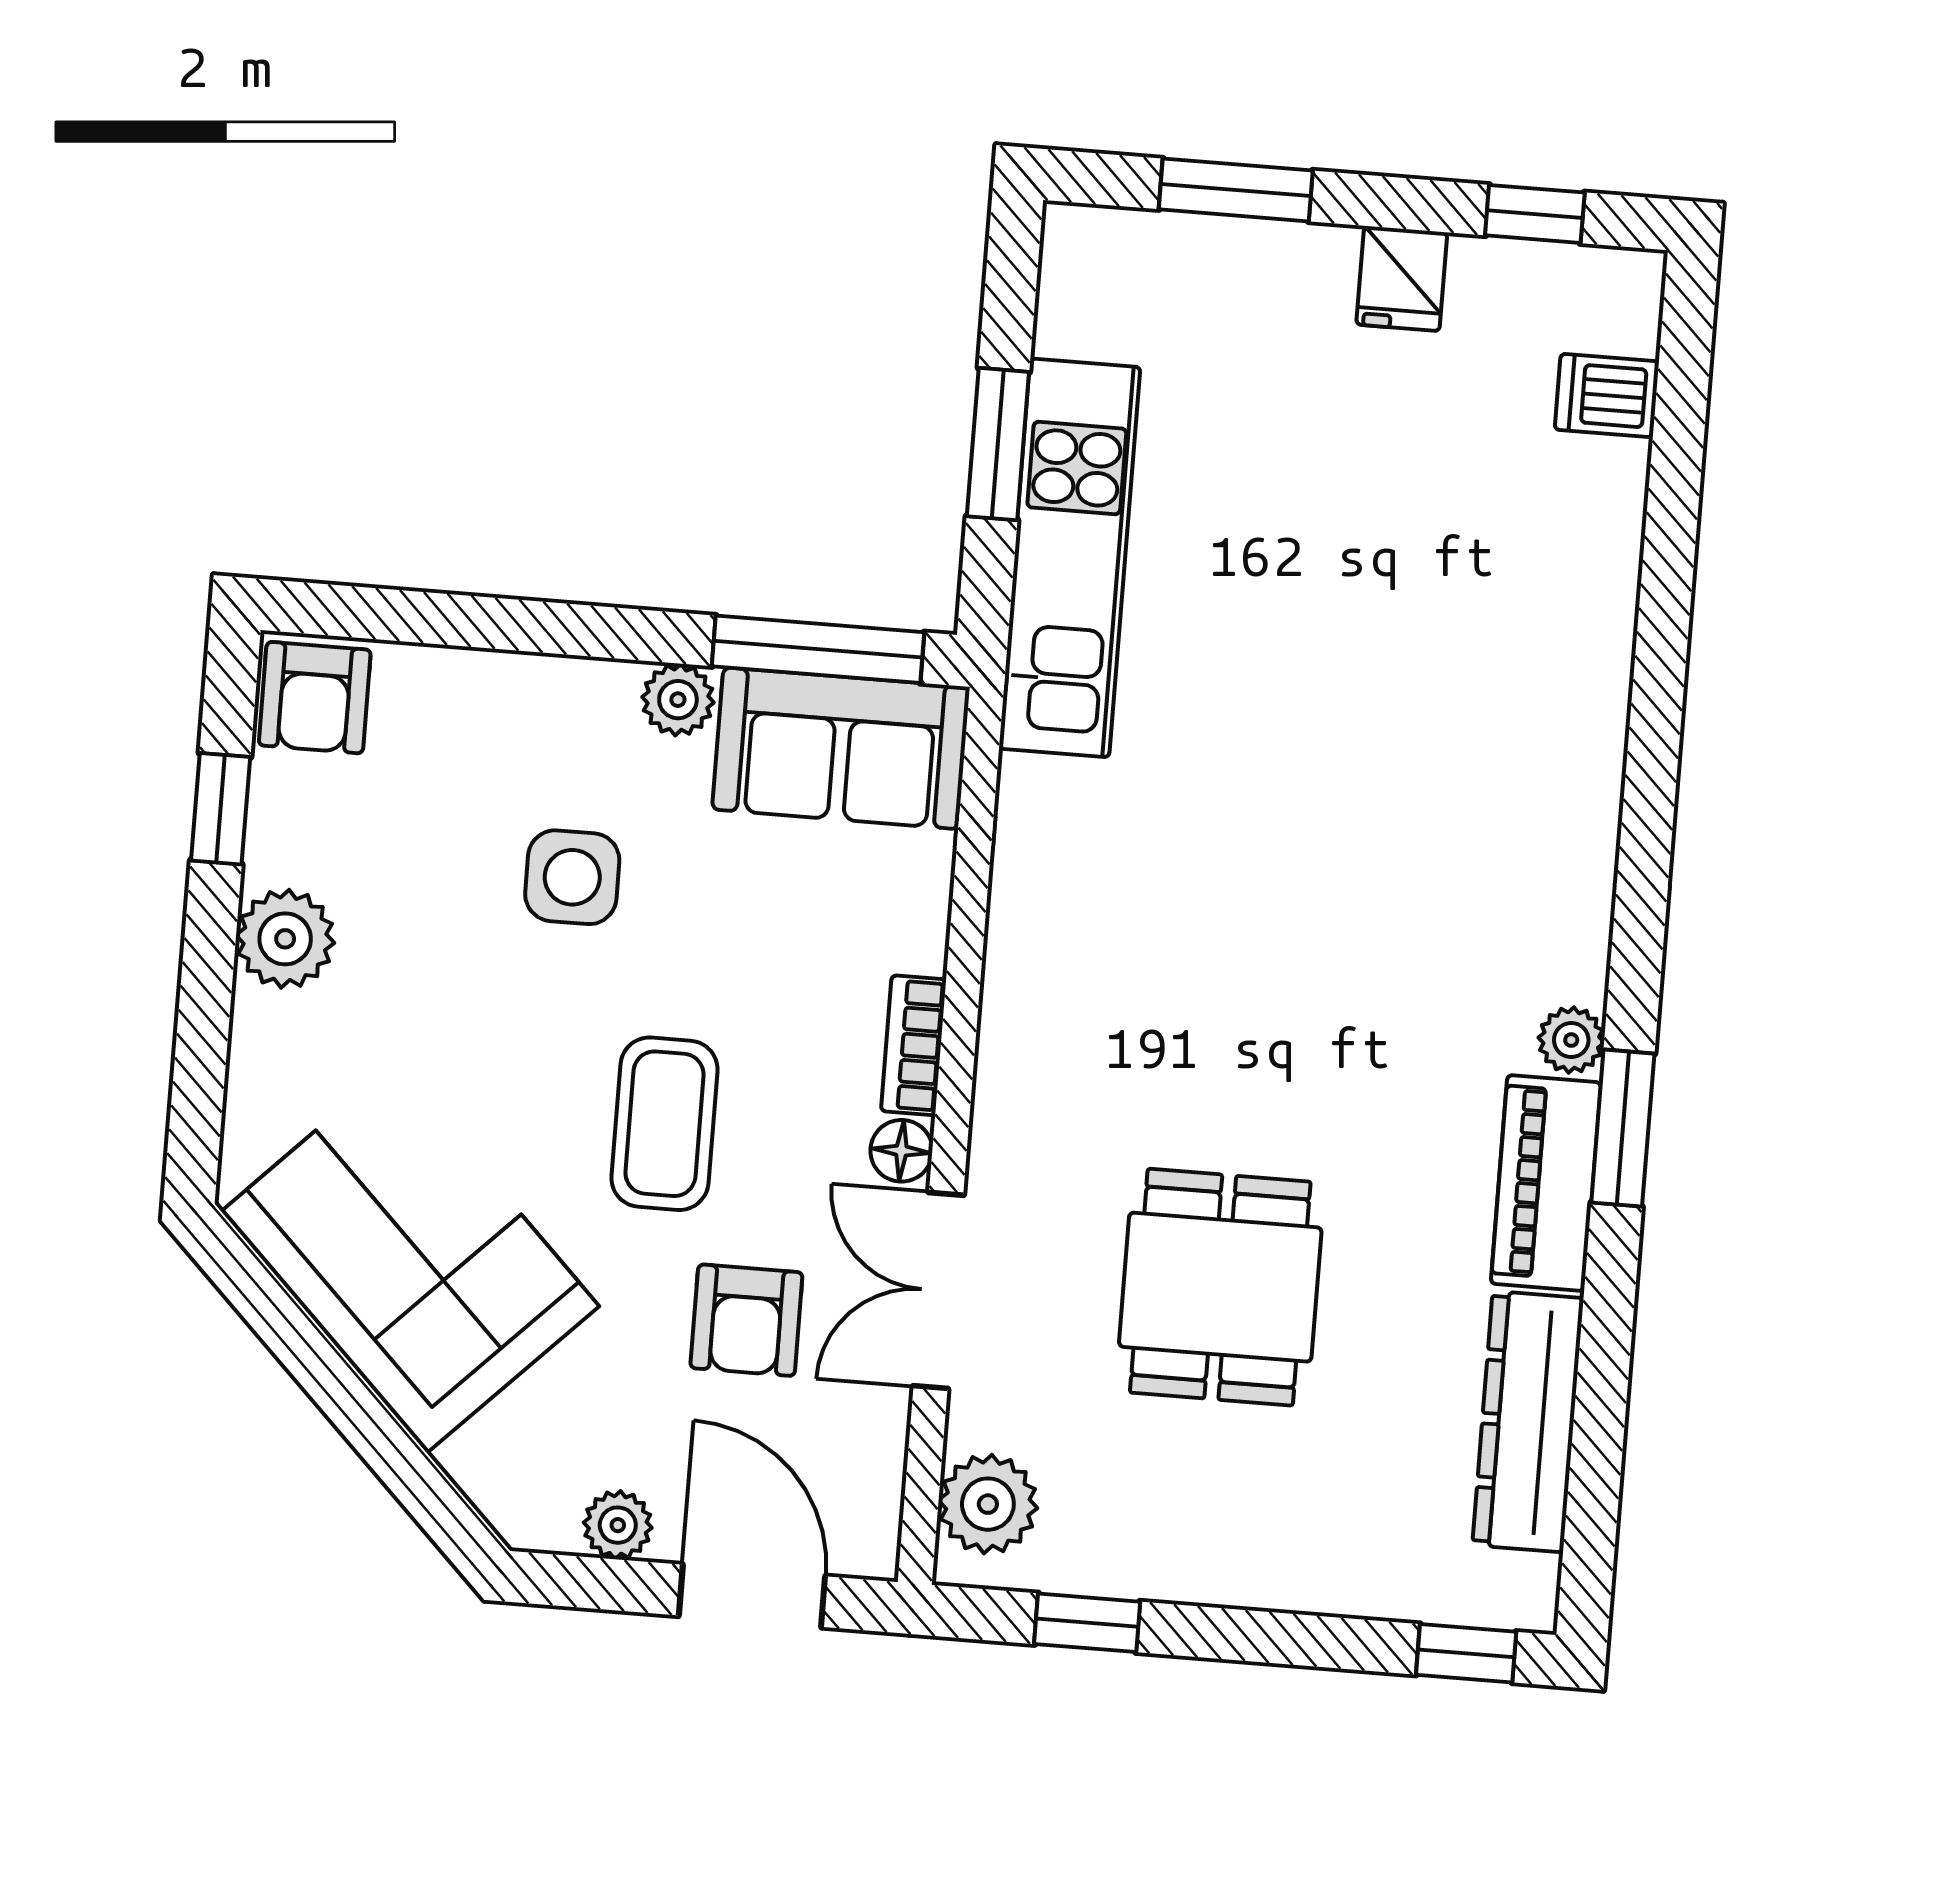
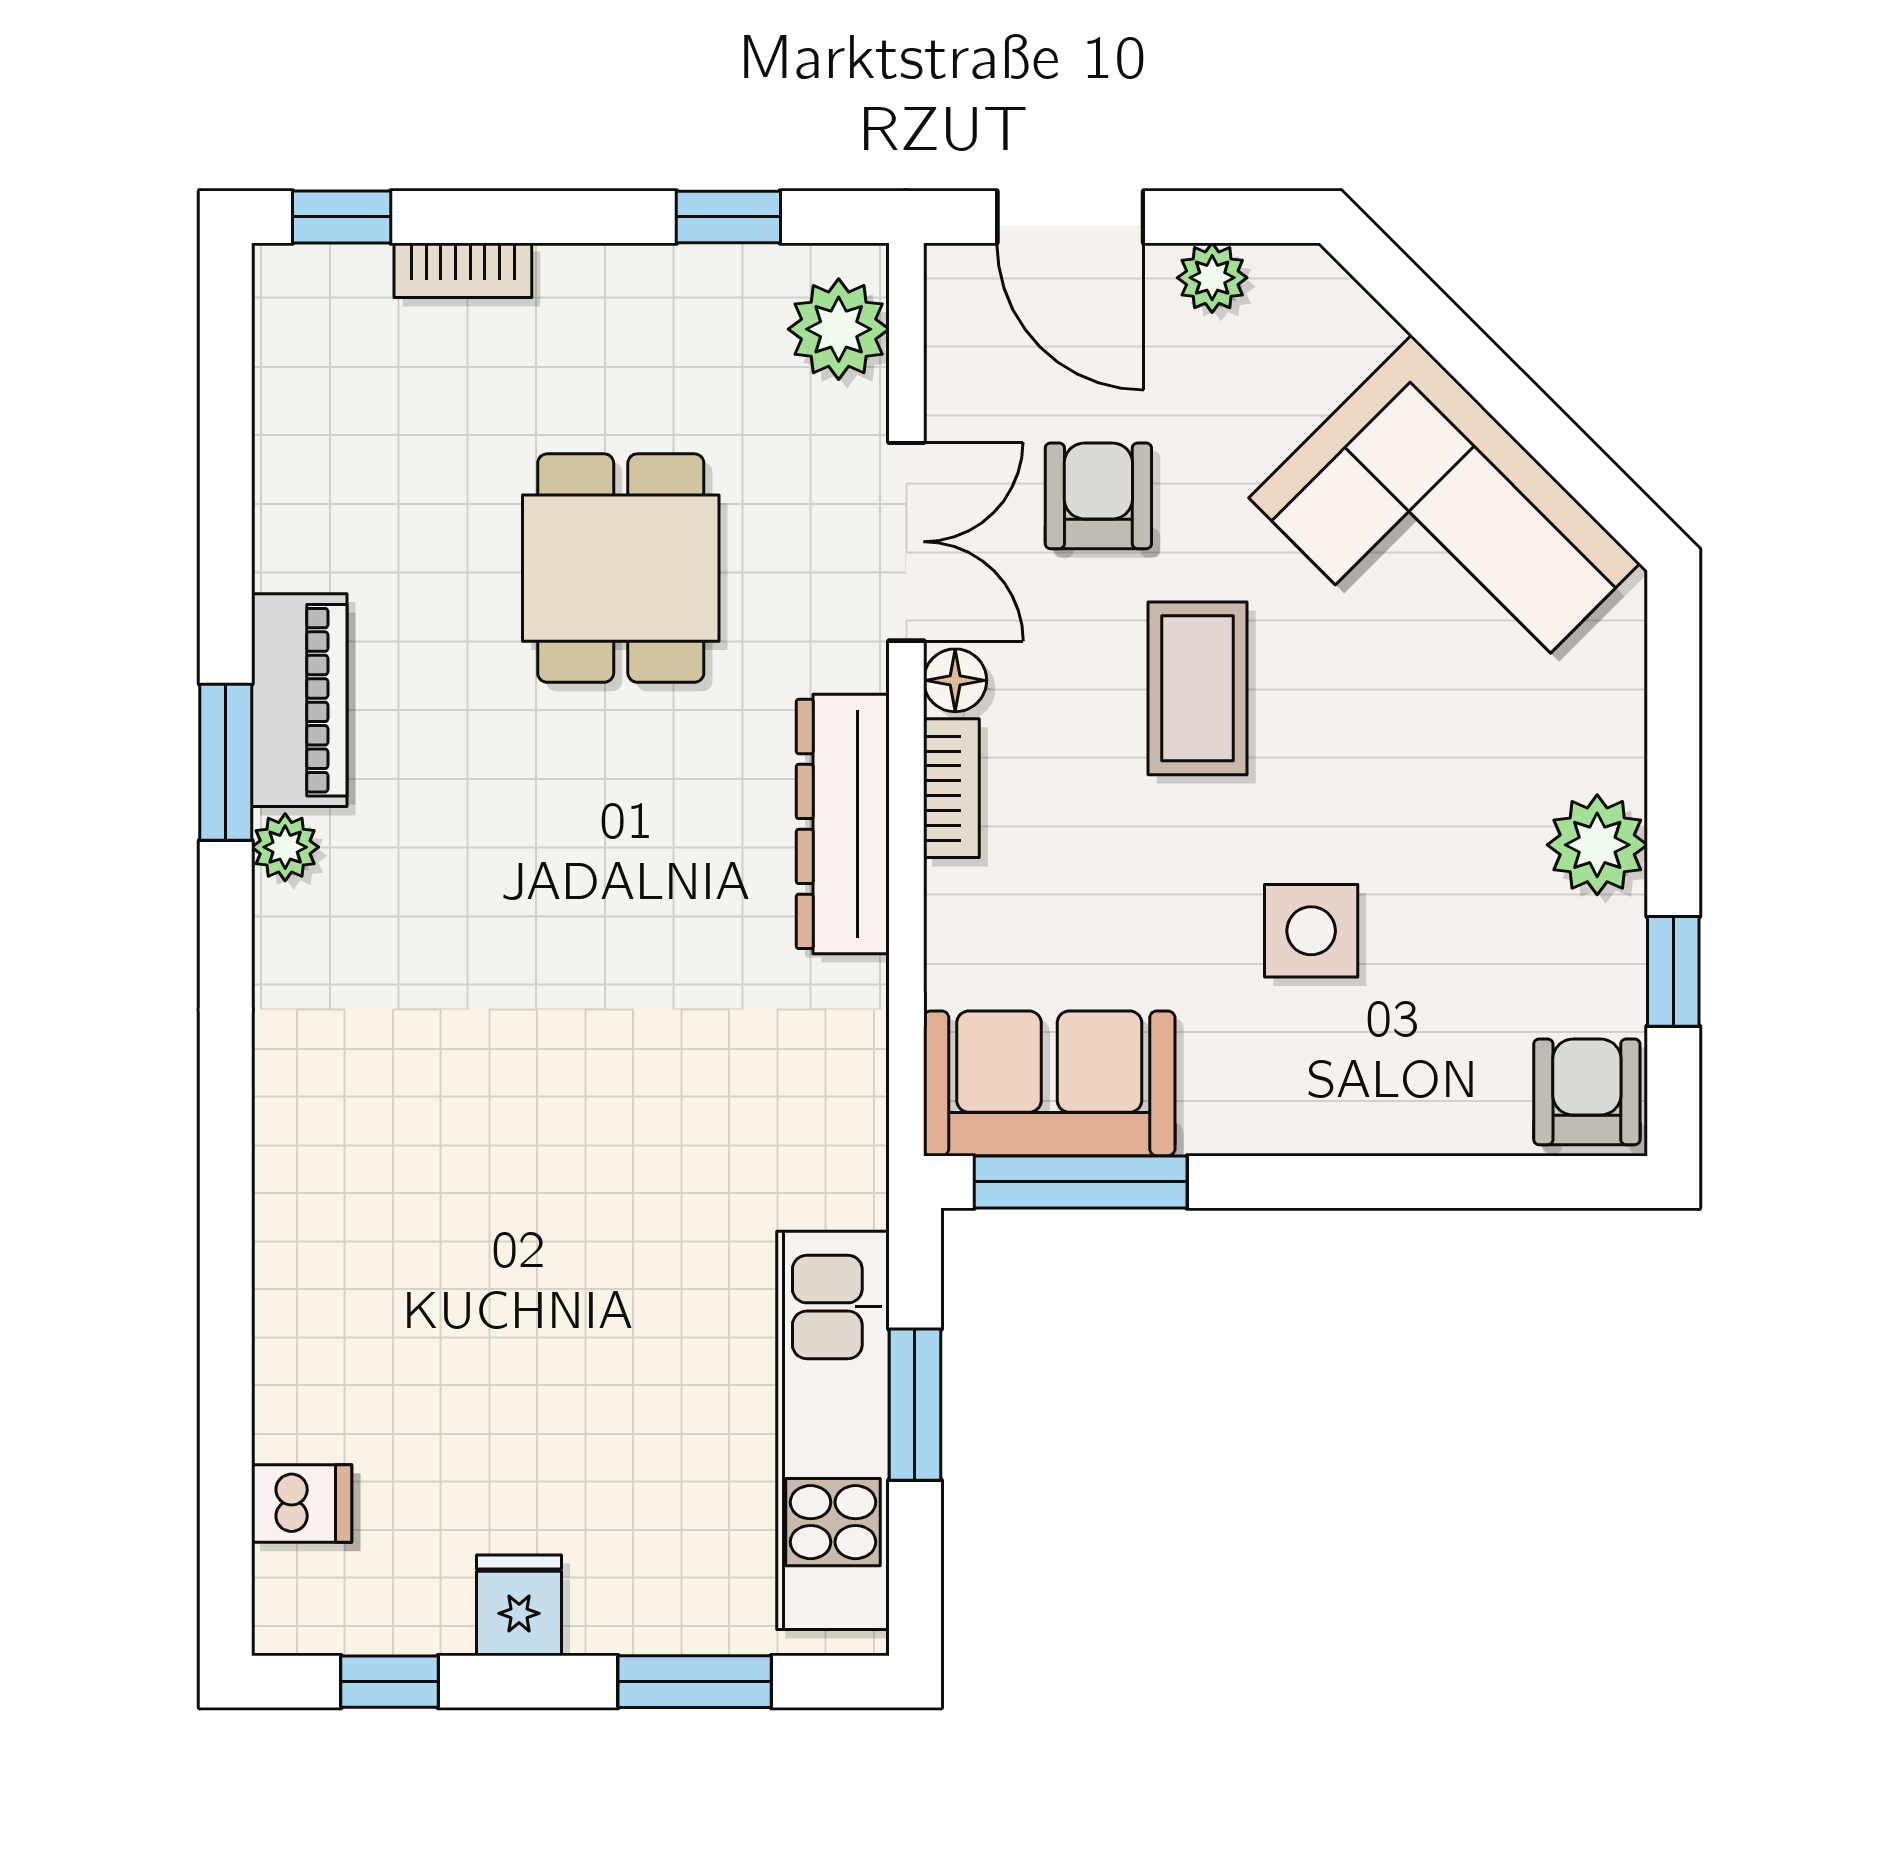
kitchen unit: (1070, 558) -> (833, 1430), moved
plant: (678, 700) -> (1218, 1119), removed
dresser: (1528, 1422) -> (843, 824), moved, turned 180
bookcase: (1352, 1591) -> (463, 270), added

